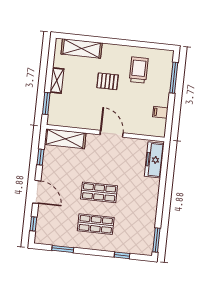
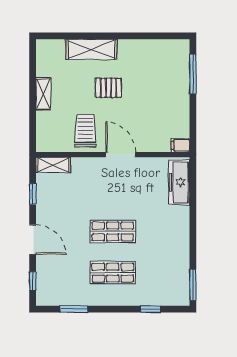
shelving: (82, 48) -> (91, 49), moved
trolley: (139, 70) -> (85, 131), moved
window: (46, 104) -> (33, 125), removed
filing cabinet: (160, 112) -> (180, 145), moved
shelving: (65, 139) -> (53, 165), width x0.67, depth x0.75

